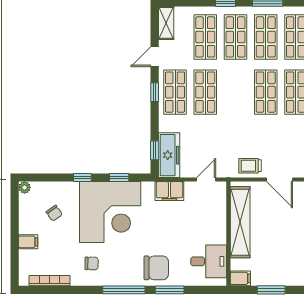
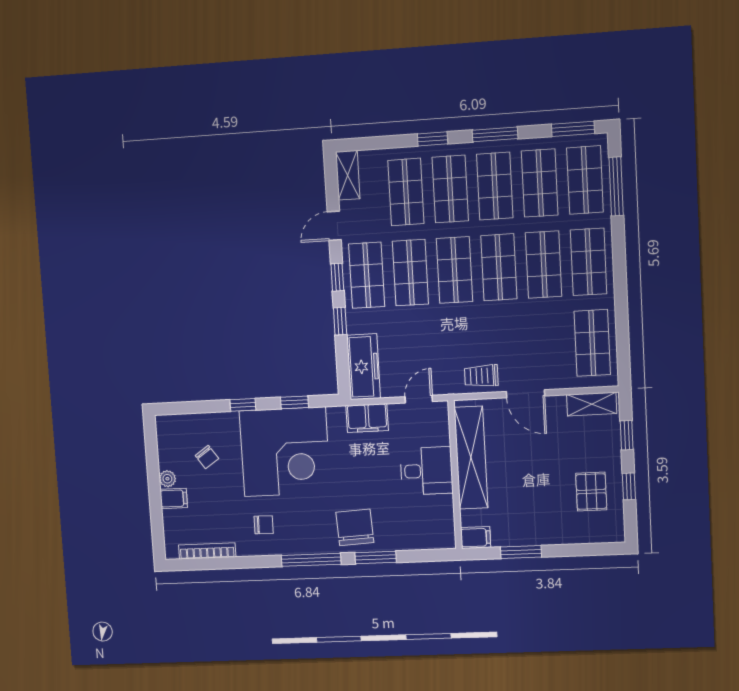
shop shelf: (236, 92) -> (454, 270), added
window: (155, 150) -> (340, 321), moved
plant: (25, 187) -> (167, 479), moved
desk: (209, 261) -> (426, 471), moved
chair: (156, 268) -> (355, 527), turned -93

